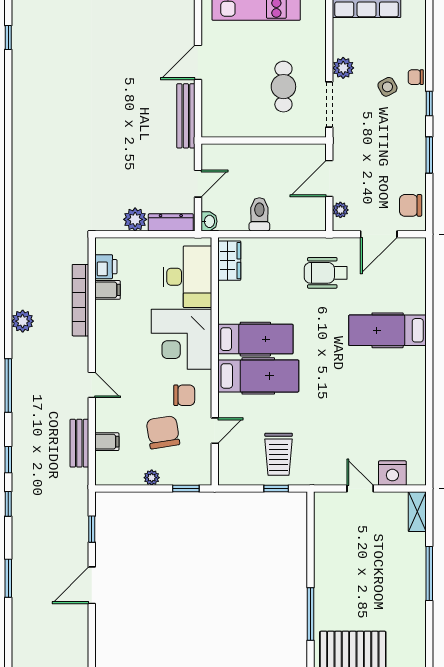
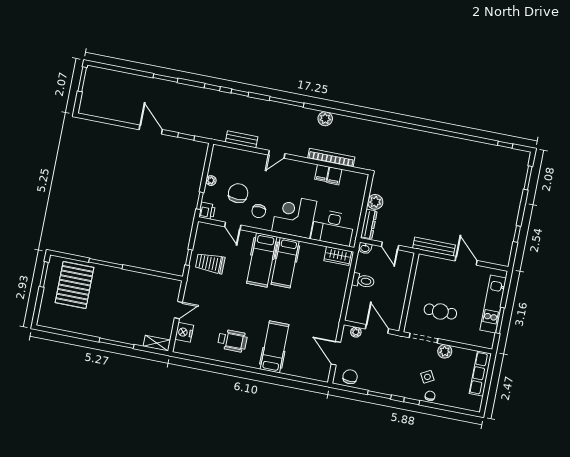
printer: (106, 267) -> (207, 211), moved, turned -90
wheelchair: (326, 273) -> (232, 341), moved, turned 90
chair: (163, 432) -> (238, 193), turned -81
filing cabinet: (107, 442) -> (322, 173), moved

